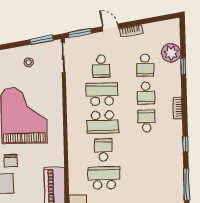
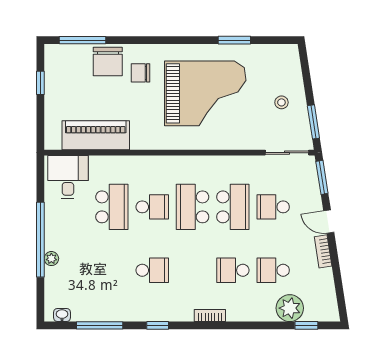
door: (110, 27) -> (329, 222), swing flipped
window: (183, 66) -> (306, 325), moved
school desk: (147, 121) -> (152, 270), moved

